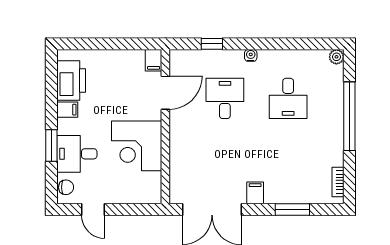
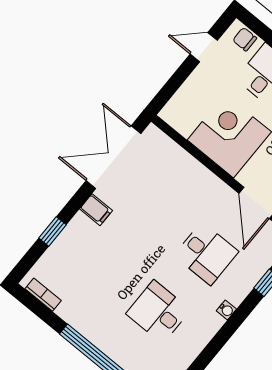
chair: (66, 187) -> (245, 39), turned 90
window: (292, 210) -> (52, 231), width x0.67

